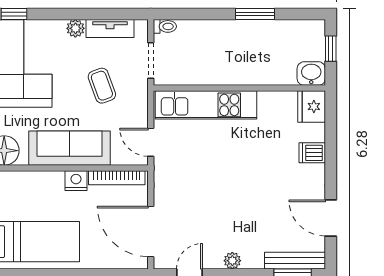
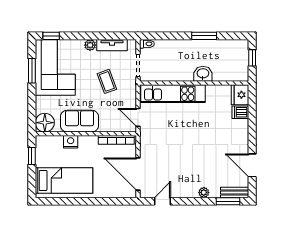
washbasin: (311, 74) -> (203, 74), moved
sofa: (69, 148) -> (79, 121), width x0.73
dishwasher: (312, 153) -> (240, 112), moved
nightstand: (76, 181) -> (71, 142), moved
plant: (232, 261) -> (204, 192), moved
bench: (295, 261) -> (235, 193), width x0.73

